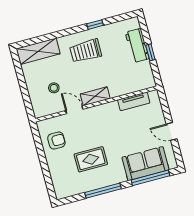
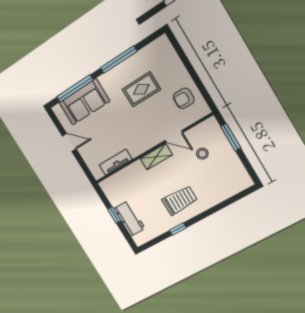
shelving: (38, 51) -> (230, 187), removed
window: (26, 96) -> (231, 137), added

